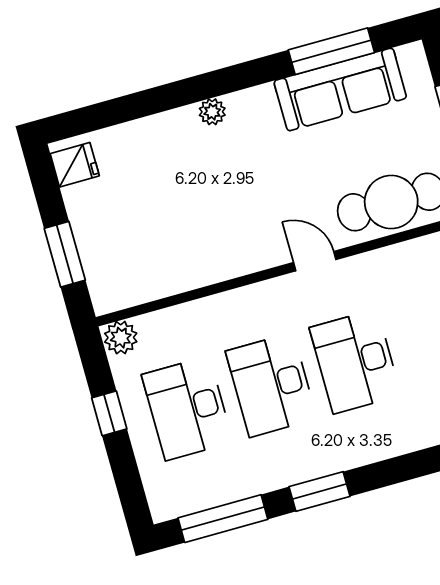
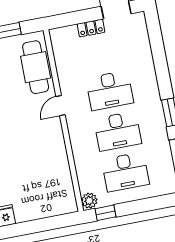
window: (65, 254) -> (48, 224), removed
window: (109, 413) -> (106, 213), moved

